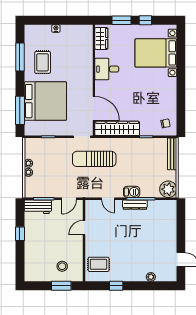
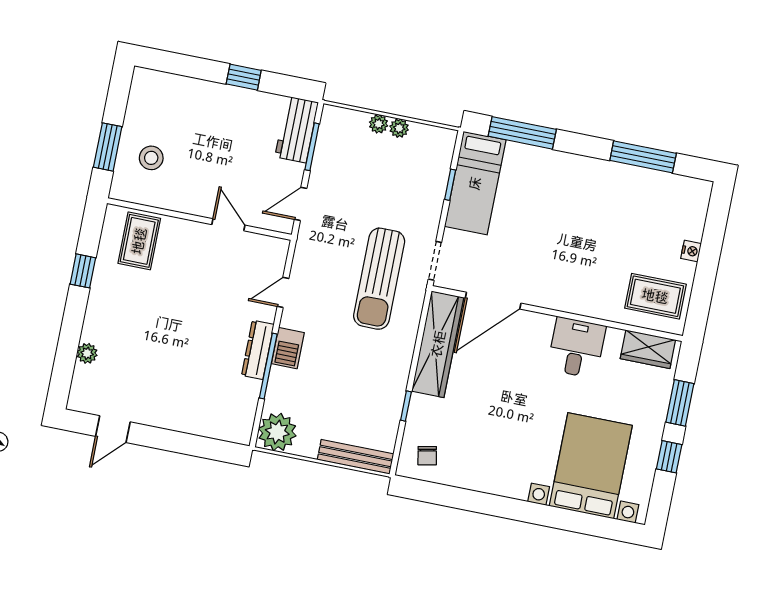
rug: (43, 62) -> (655, 296), moved
bed: (45, 101) -> (475, 183), moved, width x0.49
sun lounger: (94, 159) -> (379, 279), turned 180
door: (69, 199) -> (301, 204), hinge flipped

